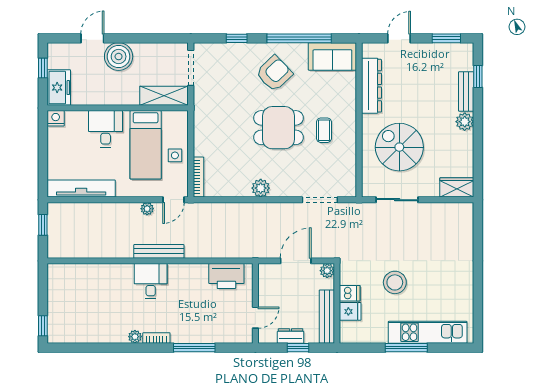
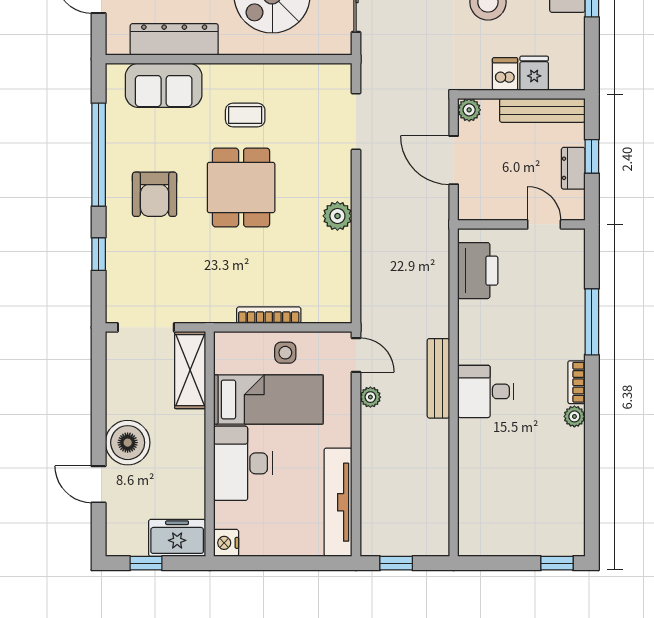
sofa: (332, 56) -> (164, 85), moved, turned 90
armchair: (274, 73) -> (155, 194), turned -136
desk: (106, 129) -> (243, 463), width x1.37
bookcase: (198, 177) -> (269, 315), moved

